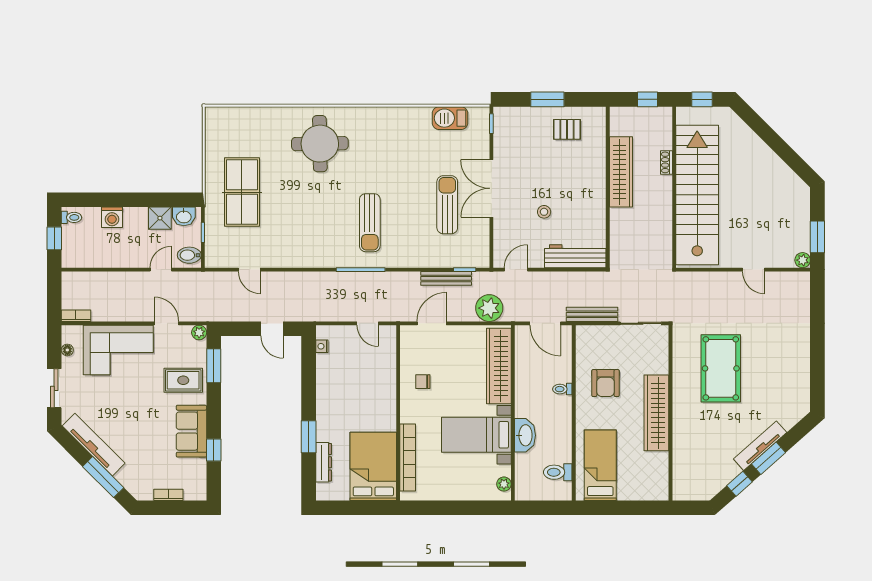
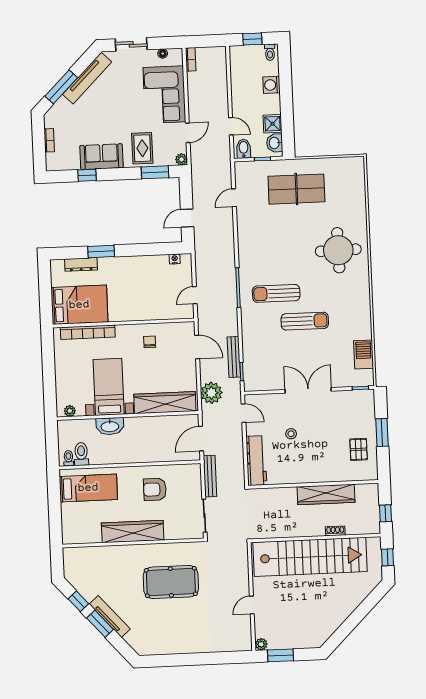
sun lounger: (447, 205) -> (305, 321), moved
toilet: (562, 389) -> (68, 458), moved

